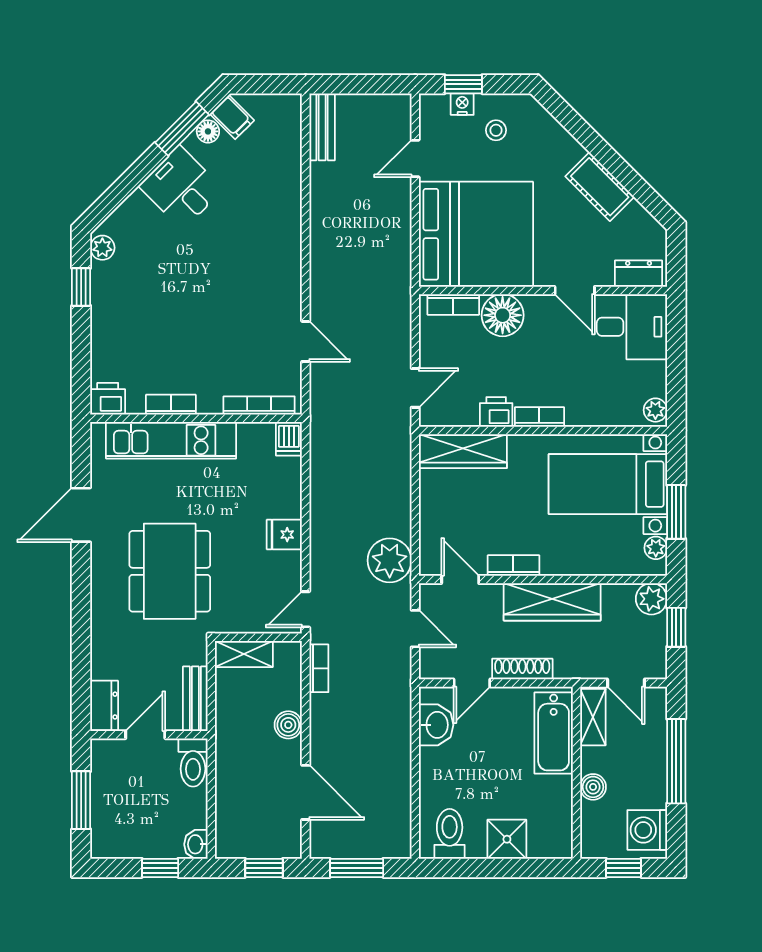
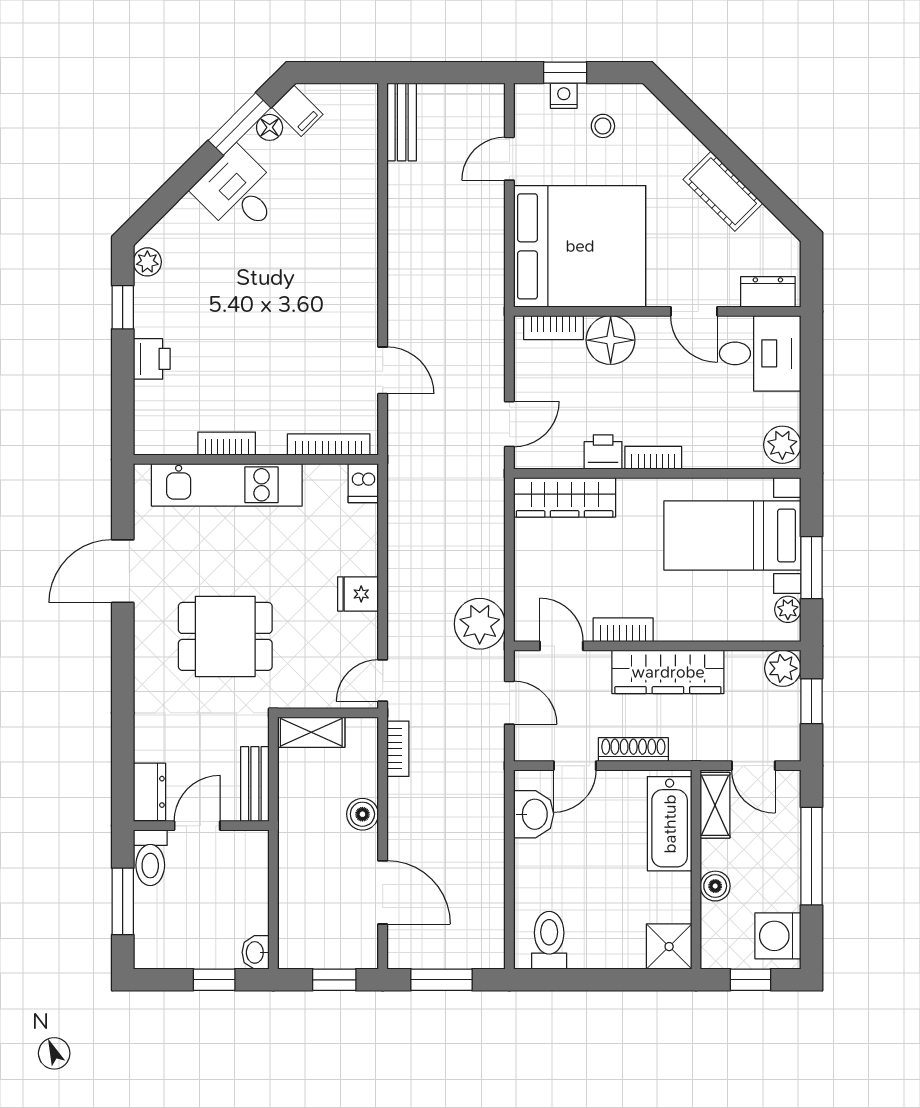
printer: (108, 399) -> (152, 359), moved, turned 90
plant: (655, 410) -> (782, 445), width x1.38, depth x1.38
dining table: (170, 571) -> (225, 636), width x0.73
toilet: (193, 762) -> (150, 858), moved
shower: (507, 839) -> (669, 947), moved

